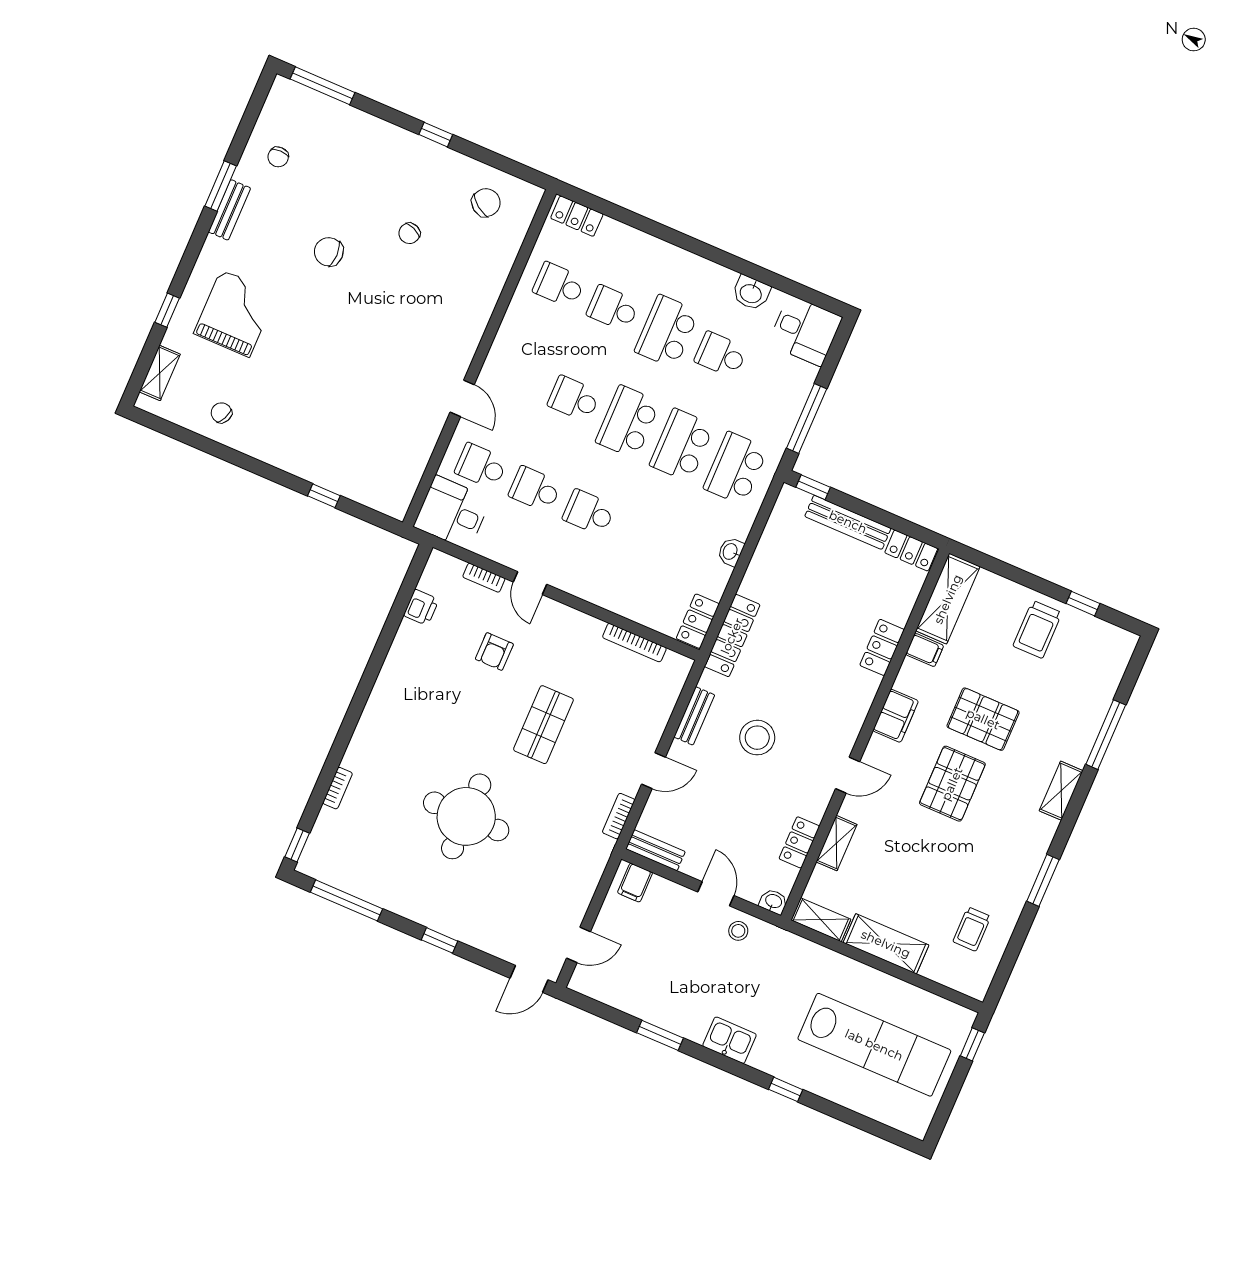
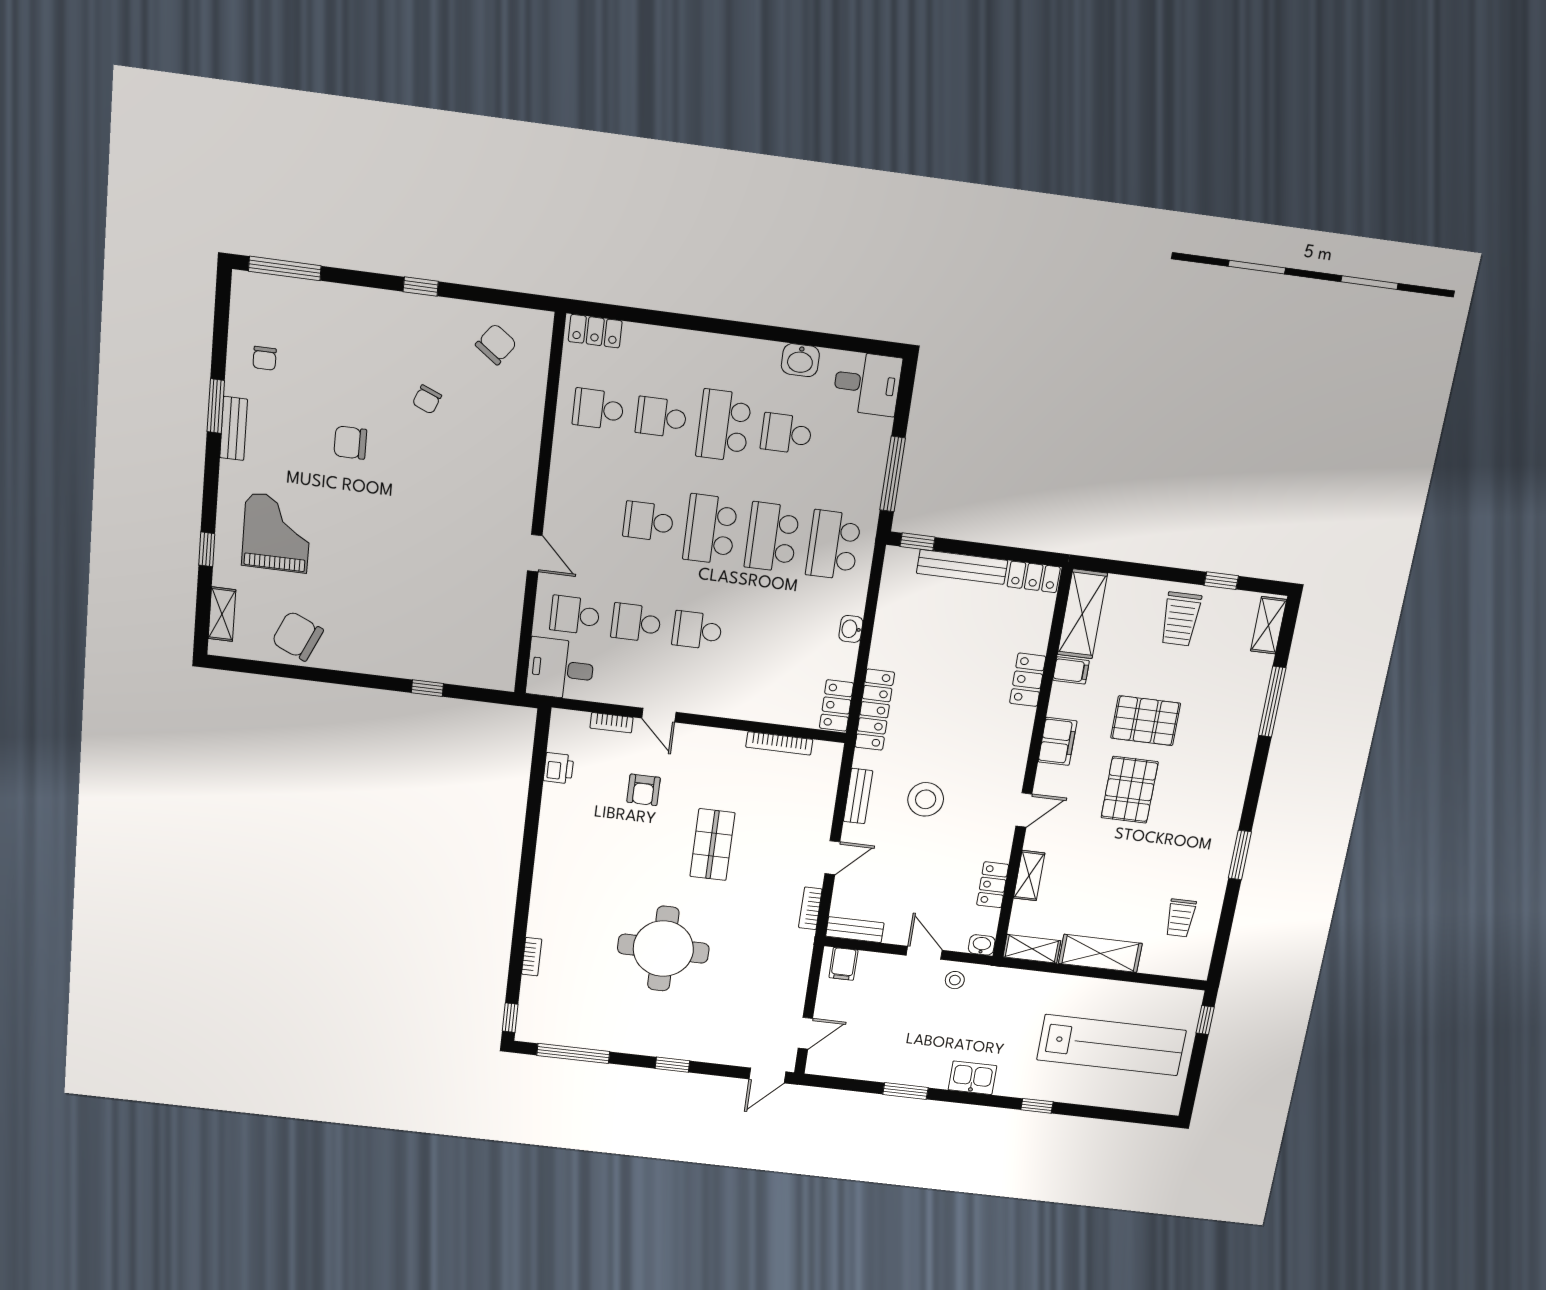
chair: (221, 413) -> (297, 636), width x1.87, depth x1.87
shelving: (1061, 791) -> (1269, 625), moved

